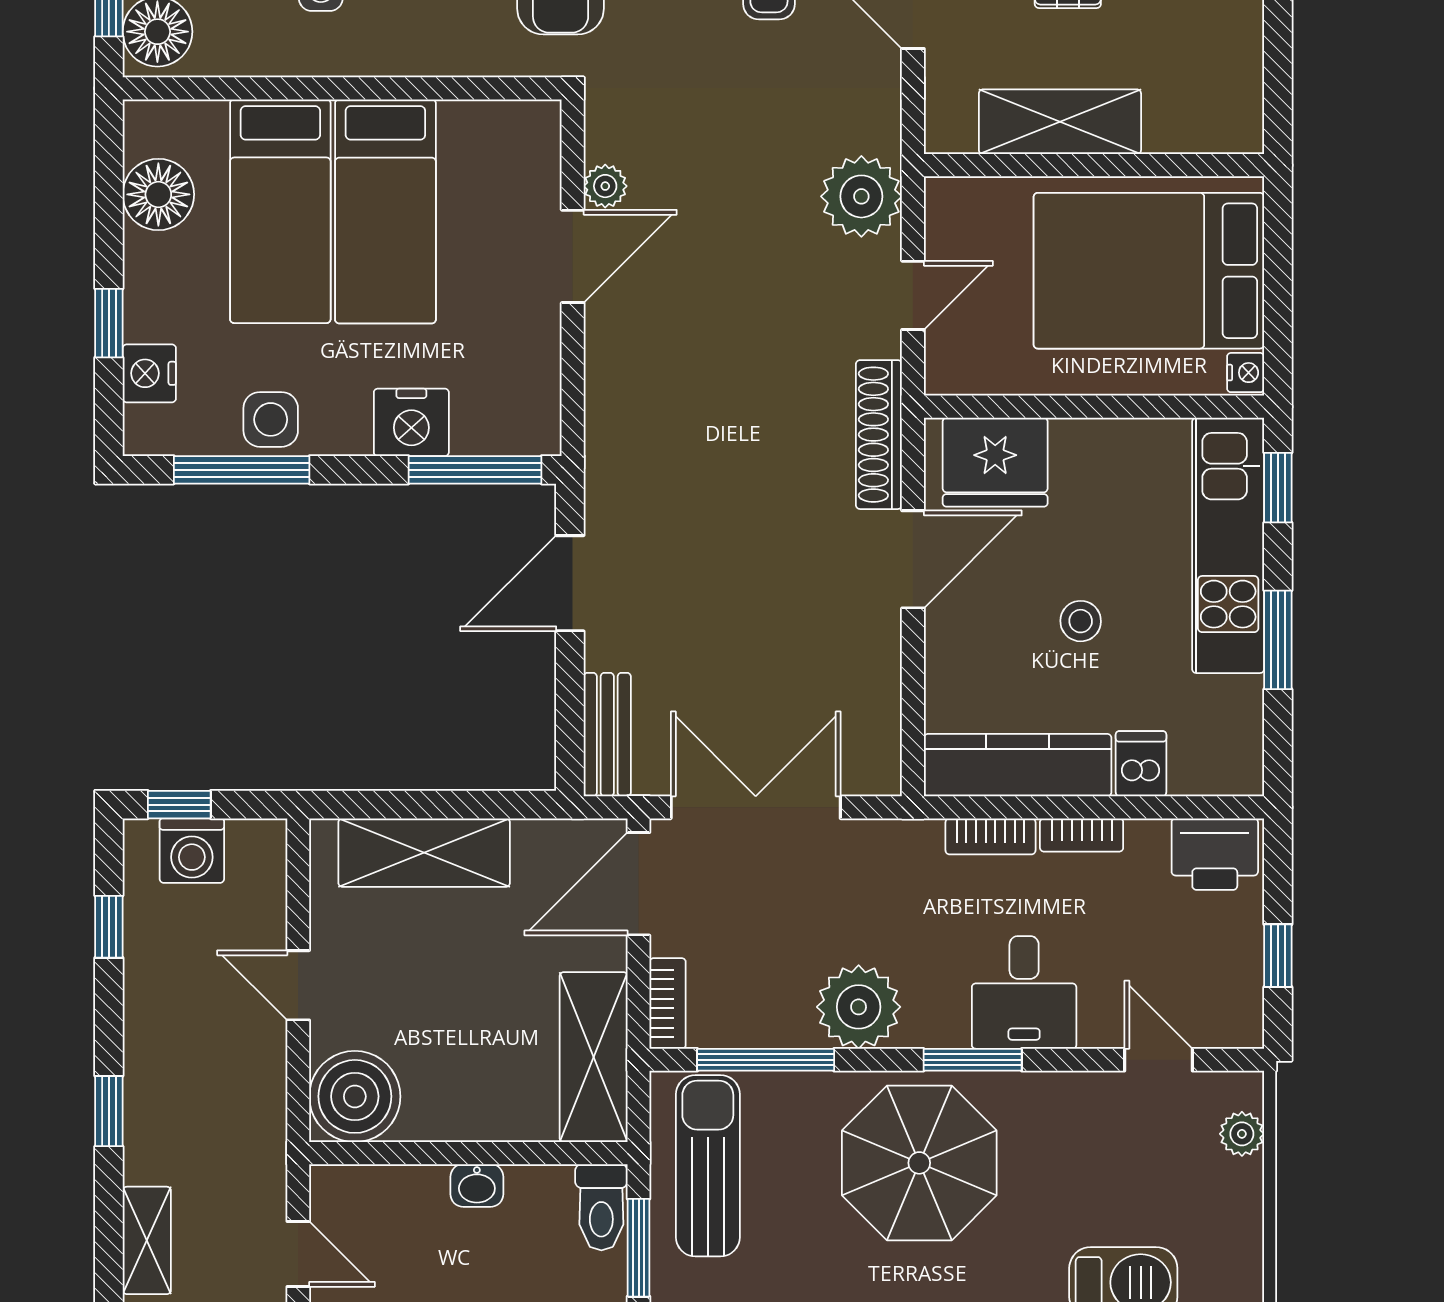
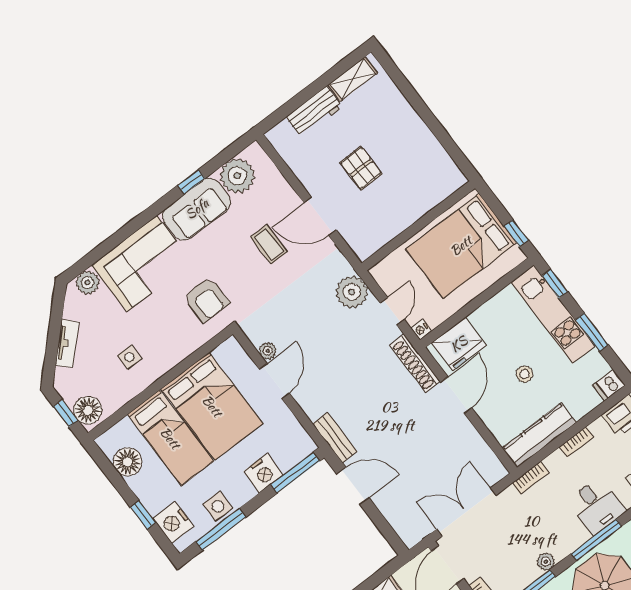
shelving: (1060, 122) -> (397, 220), removed
bed: (385, 211) -> (212, 406), width x1.50
window: (1278, 328) -> (516, 233), added
nightstand: (149, 373) -> (173, 522), width x1.36, depth x1.33
nightstand: (1246, 373) -> (421, 330), moved, turned 180
door: (570, 583) -> (353, 486), swing flipped
bench: (607, 735) -> (335, 438), moved
dishwasher: (1141, 764) -> (609, 385), moved, turned -90
bookcase: (990, 836) -> (530, 478), moved
plant: (859, 1007) -> (546, 562), width x0.53, depth x0.53
window: (973, 1060) -> (596, 540), width x1.44

